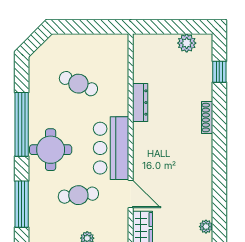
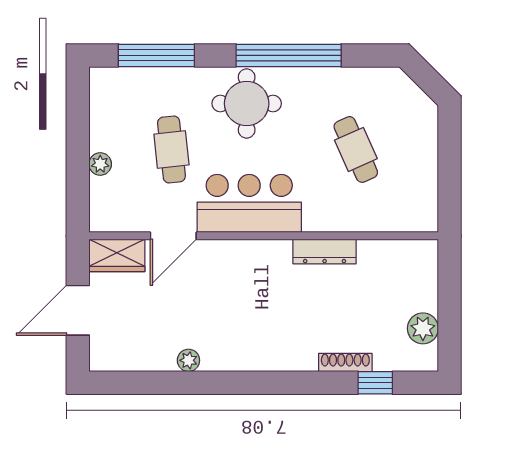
cafe table: (78, 84) -> (356, 149), turned -48
shoe rack: (207, 118) -> (345, 362), moved
plant: (206, 227) -> (188, 360), moved

